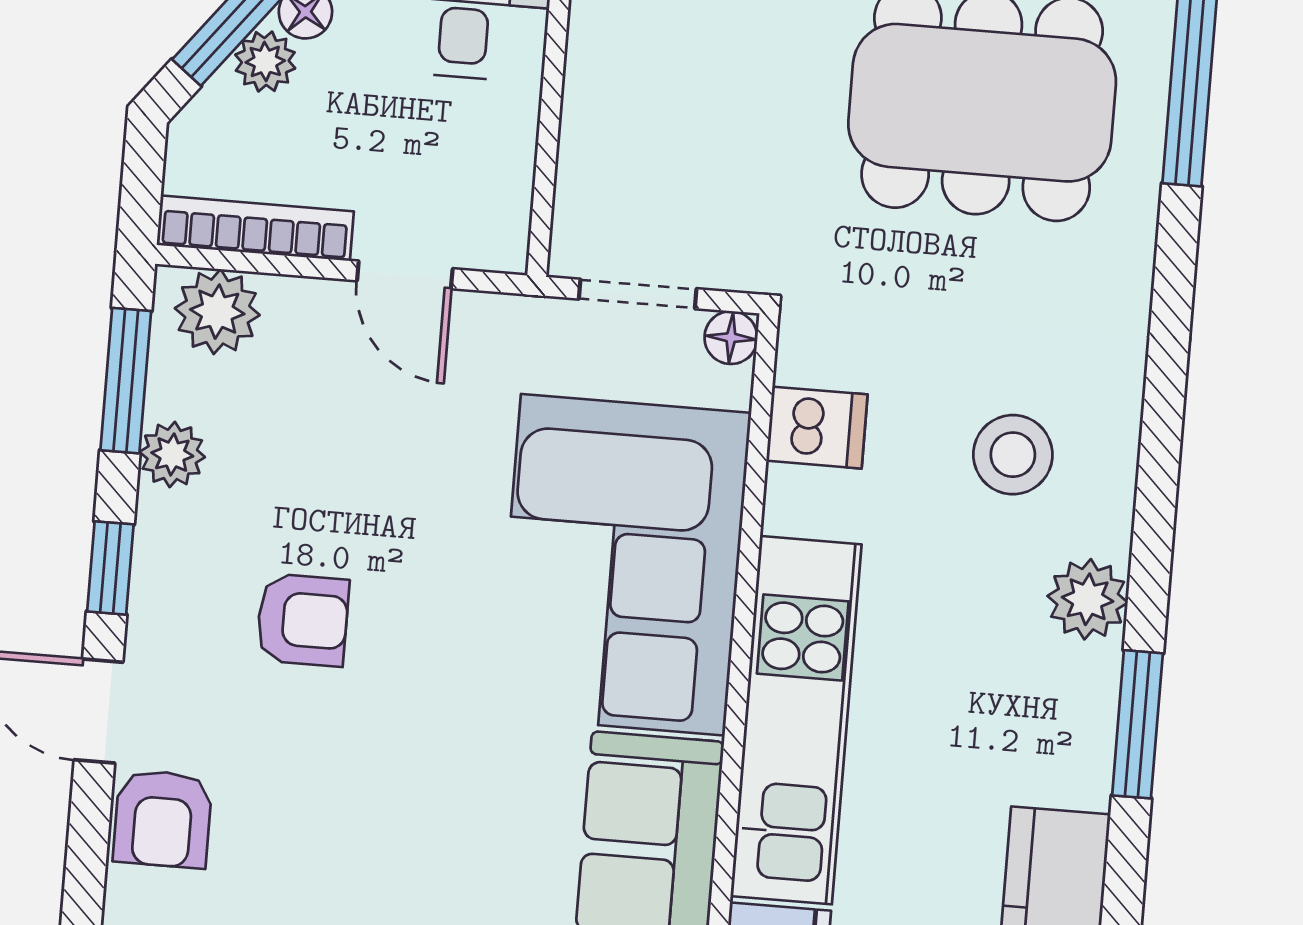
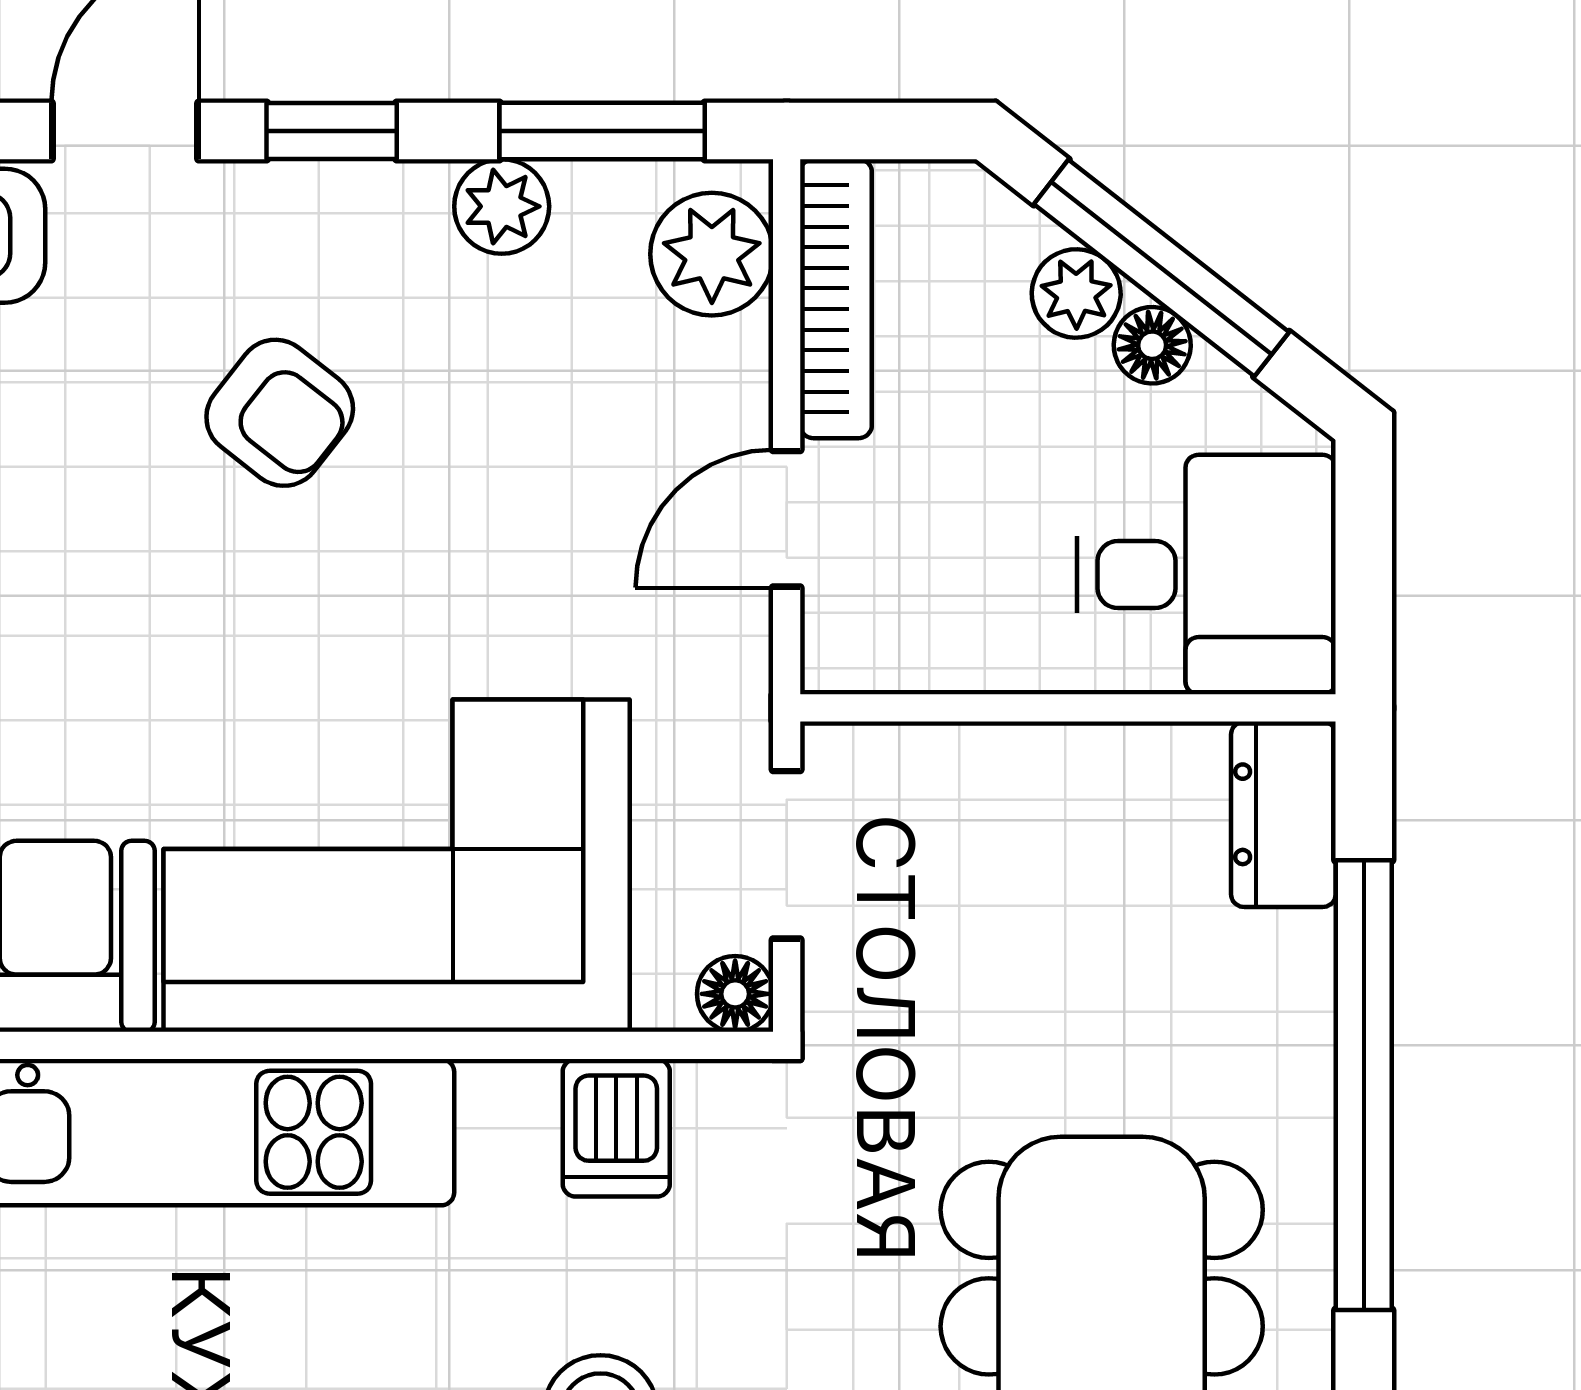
armchair: (303, 620) -> (280, 413), turned -52

